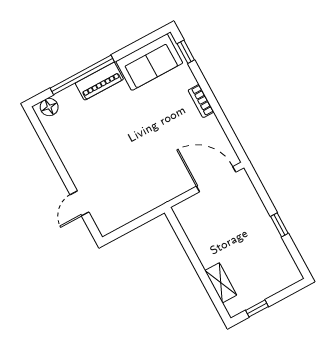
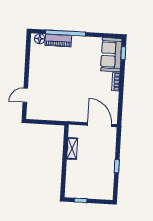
sofa: (149, 62) -> (111, 55), moved, turned 90
piano: (99, 81) -> (58, 41), moved
shelving: (221, 283) -> (72, 148), moved

